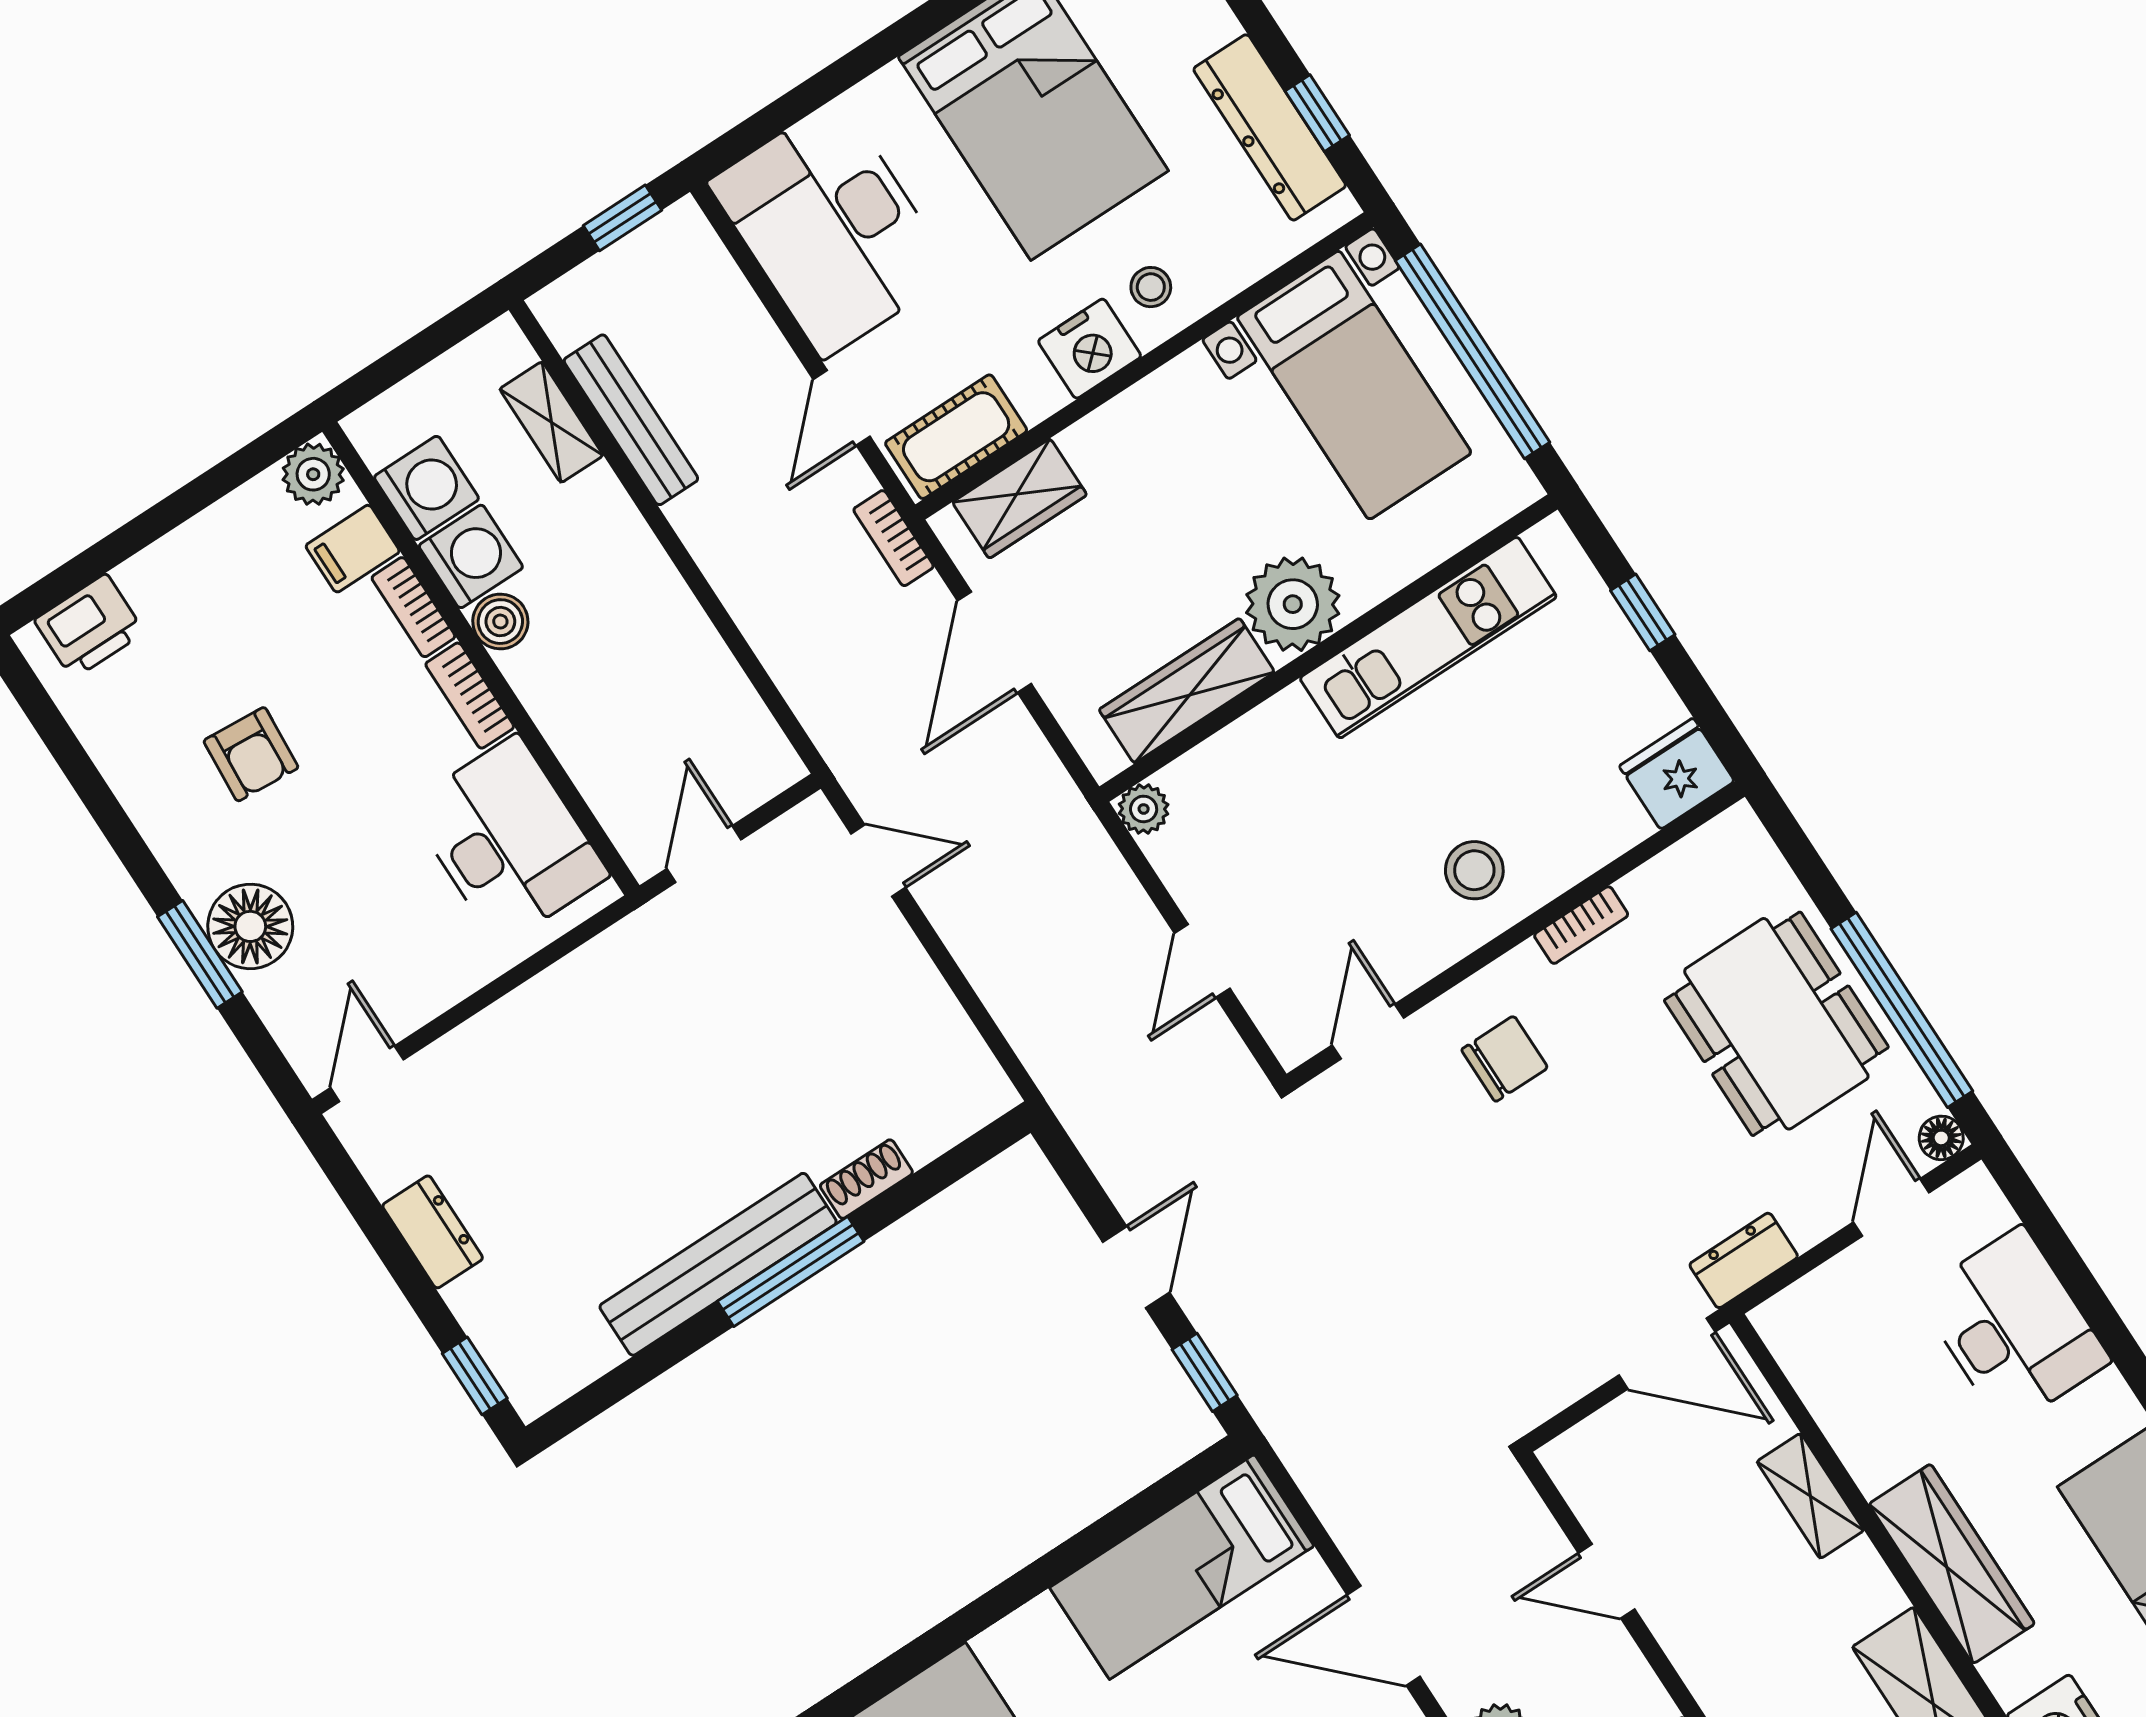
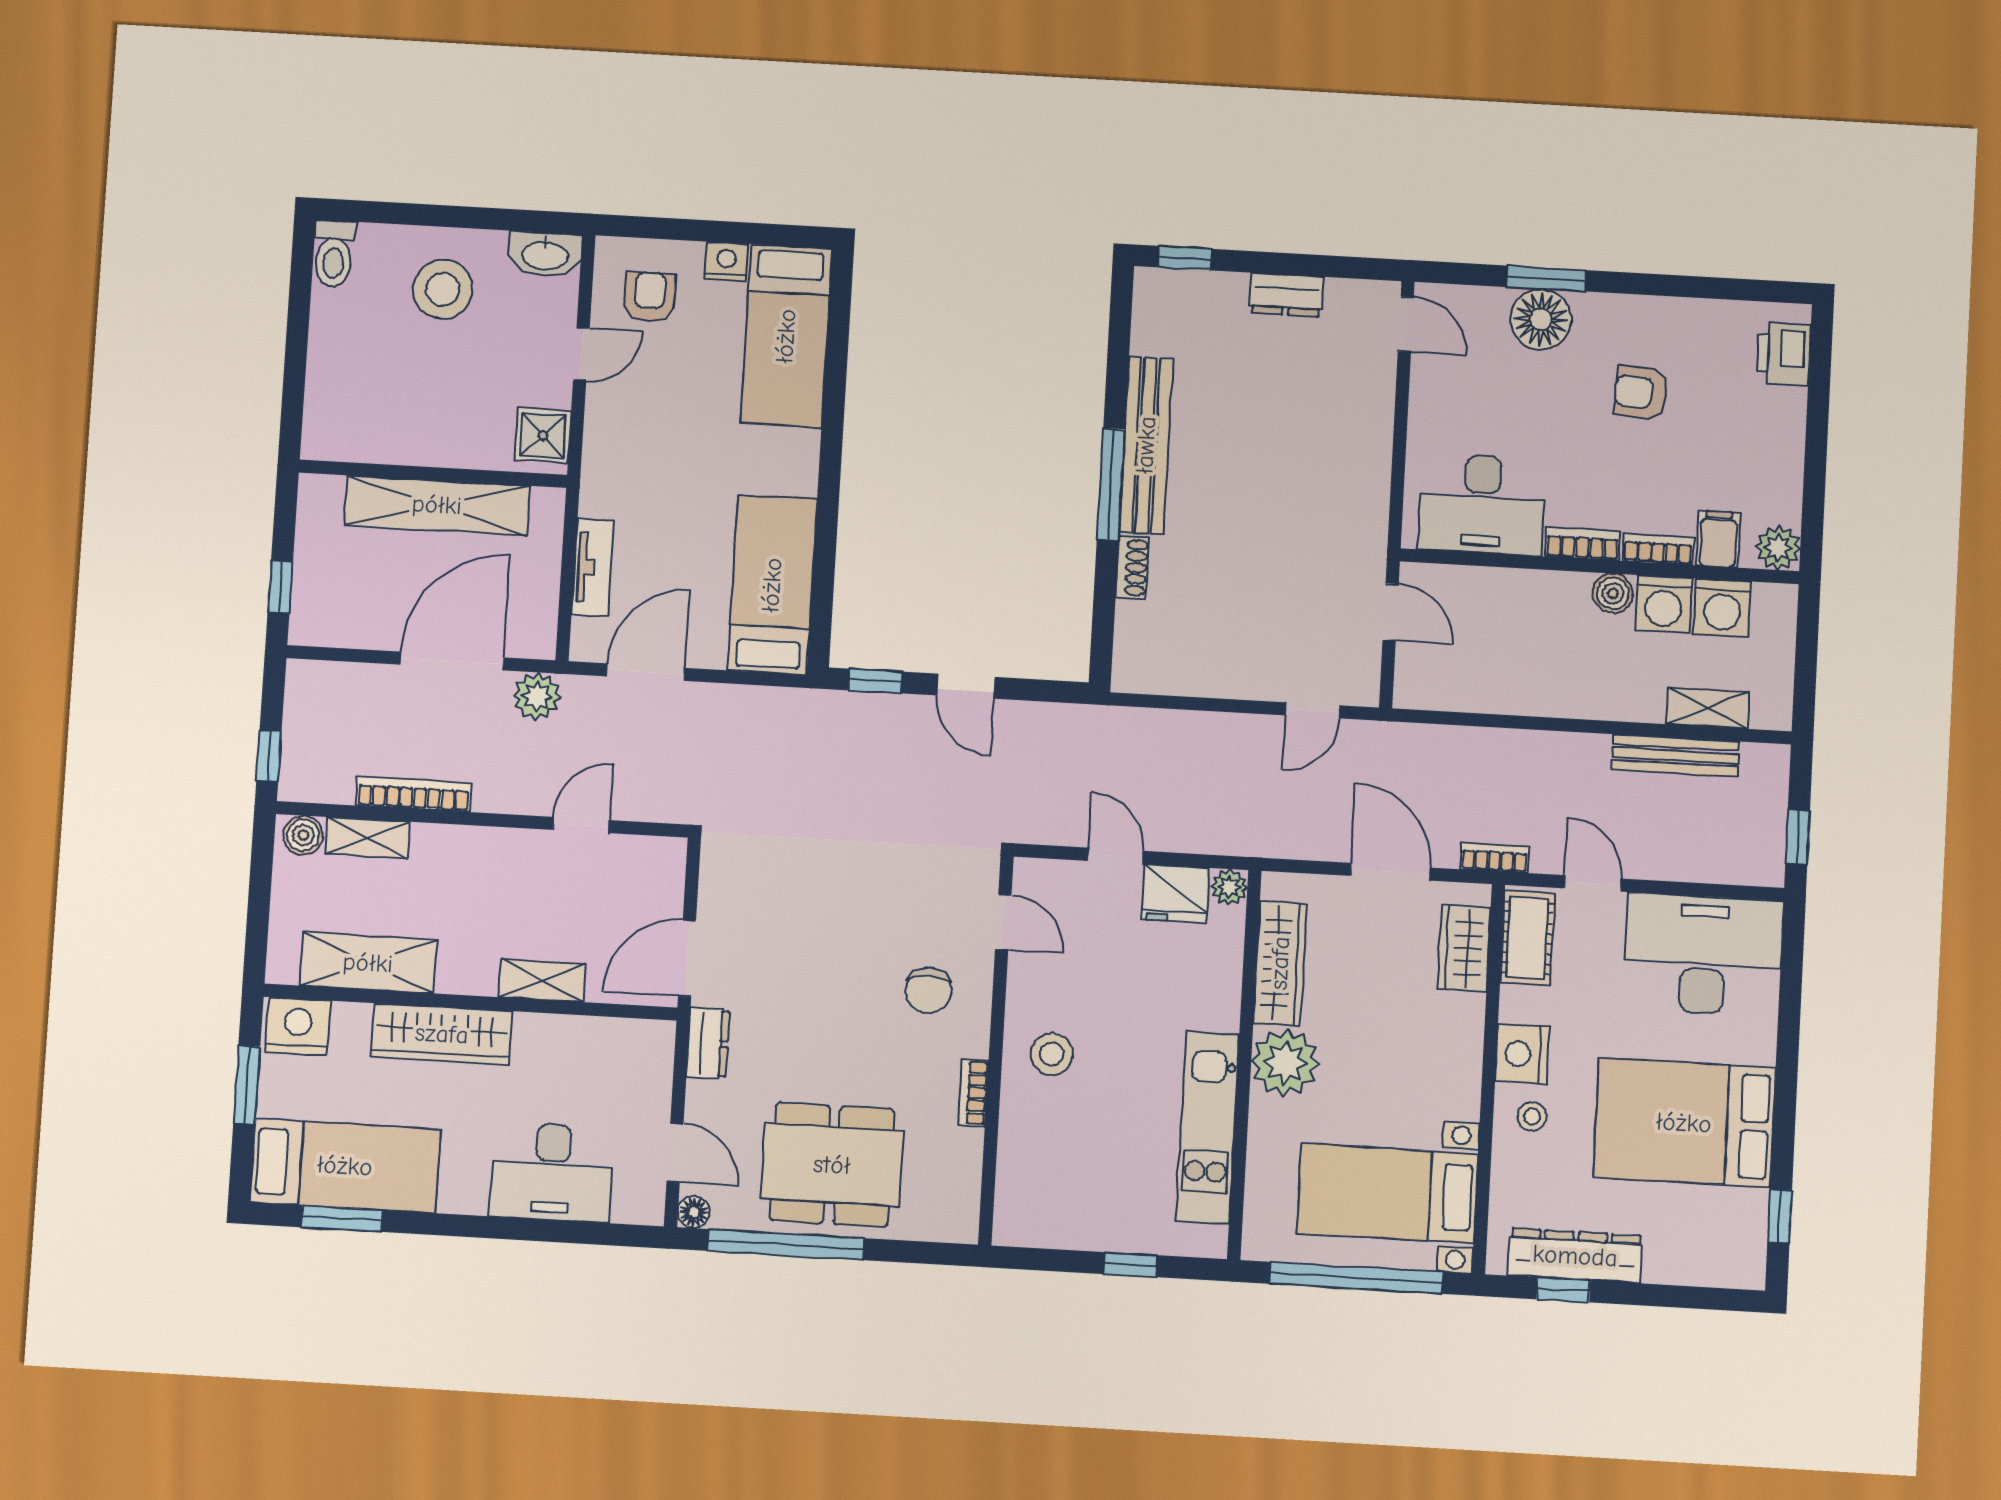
fridge: (1677, 774) -> (1175, 894), moved, turned 90

